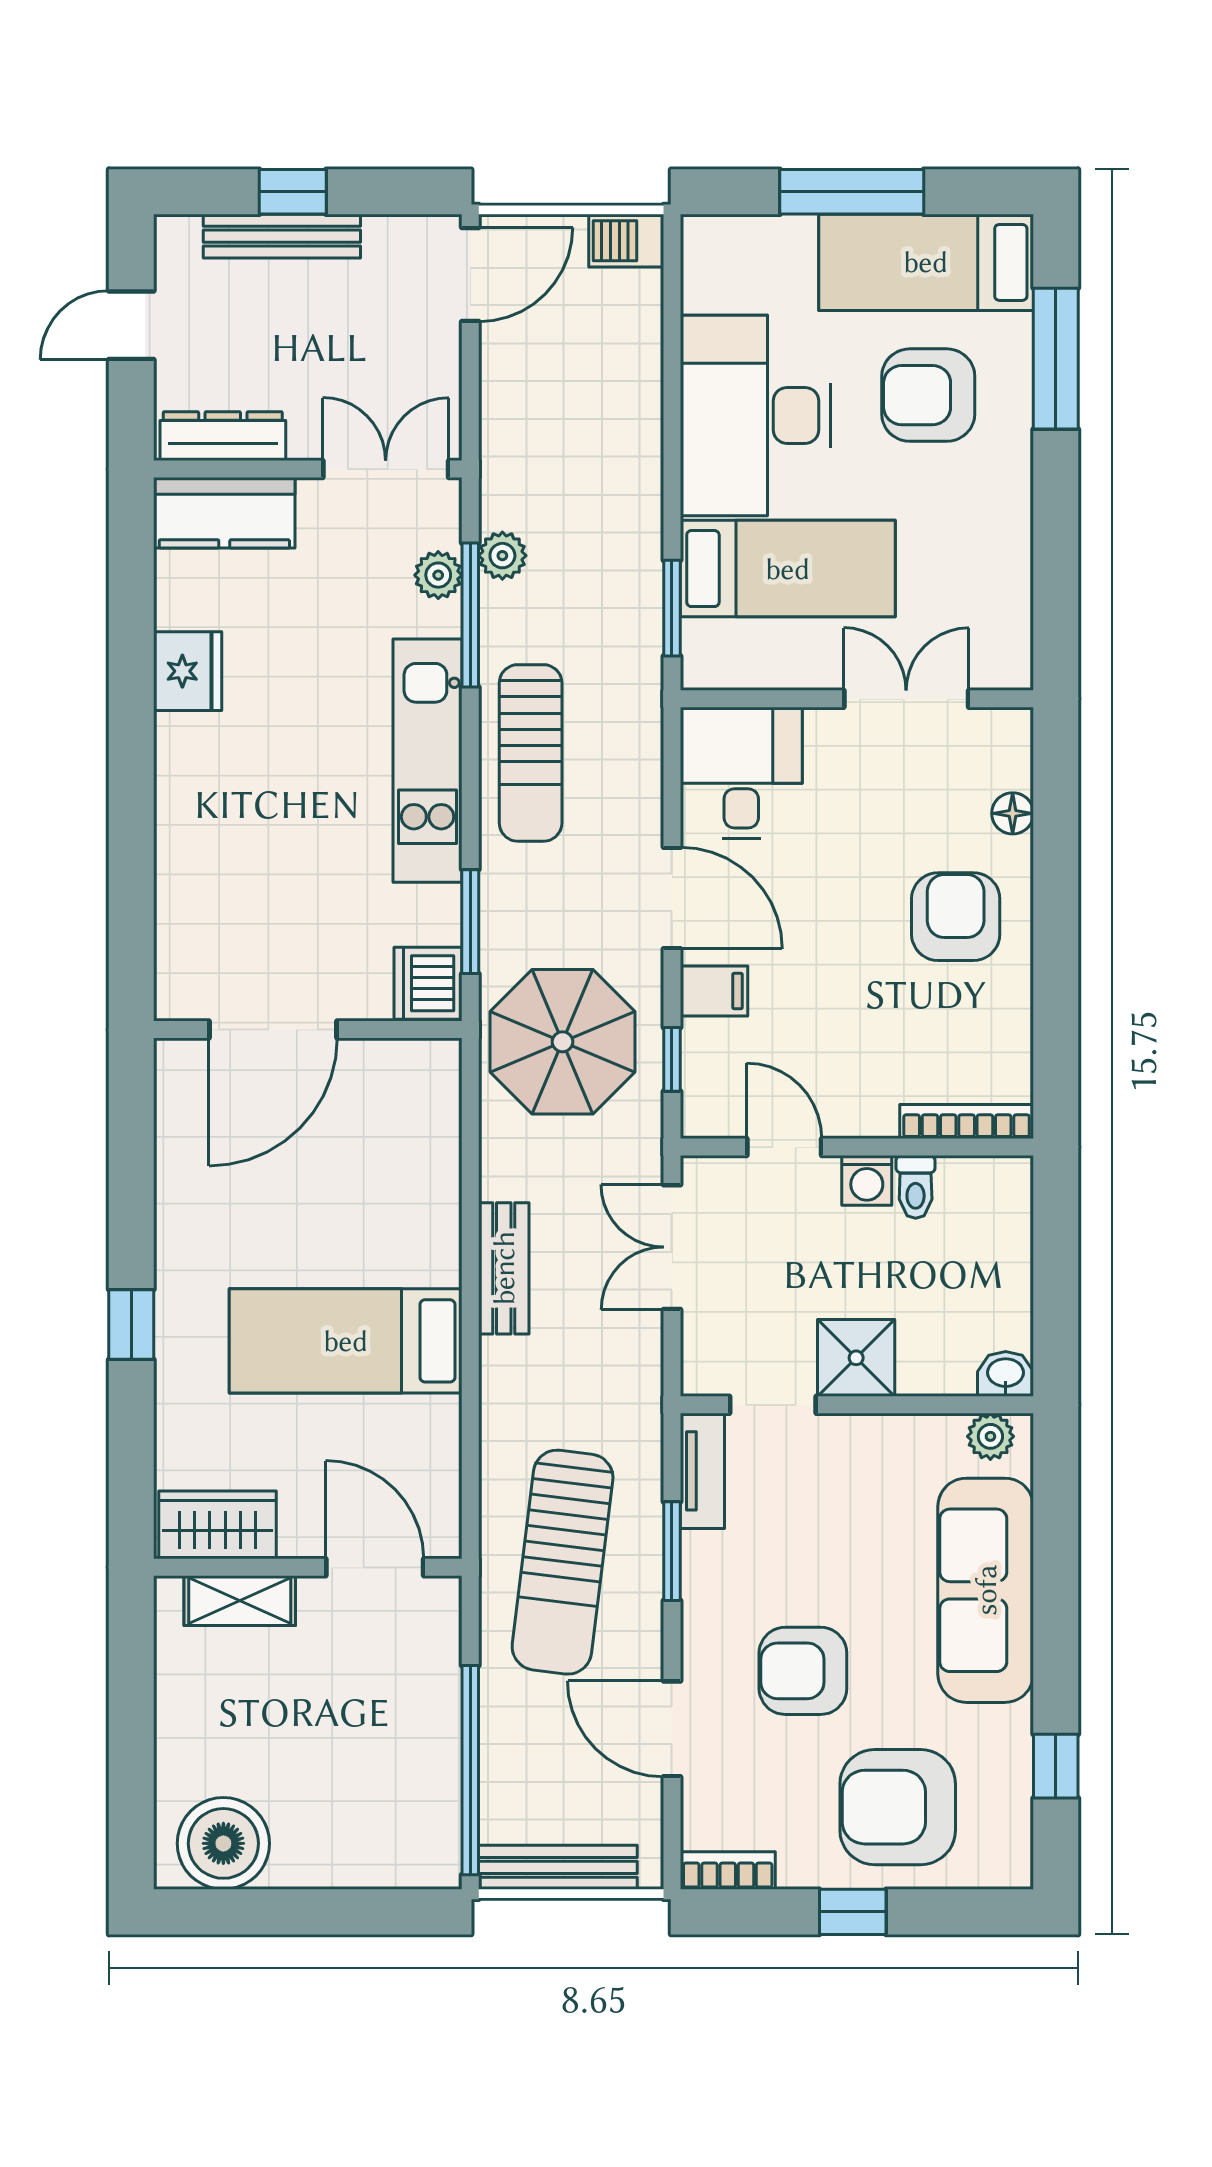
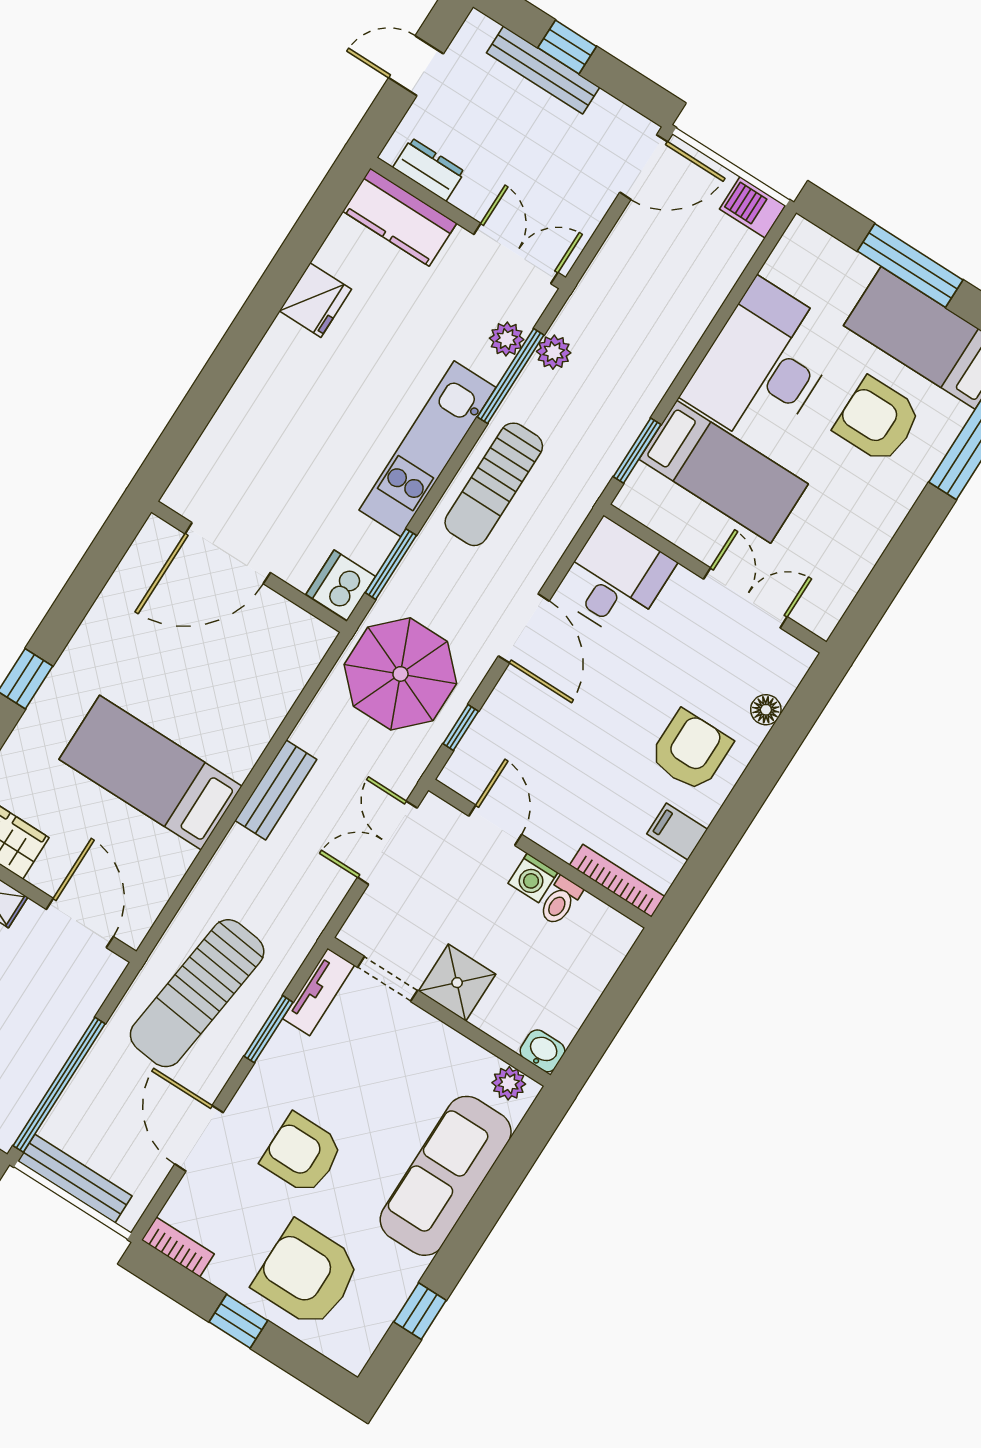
dresser: (223, 436) -> (429, 170), width x0.70
filing cabinet: (714, 991) -> (677, 832), moved, turned 180

